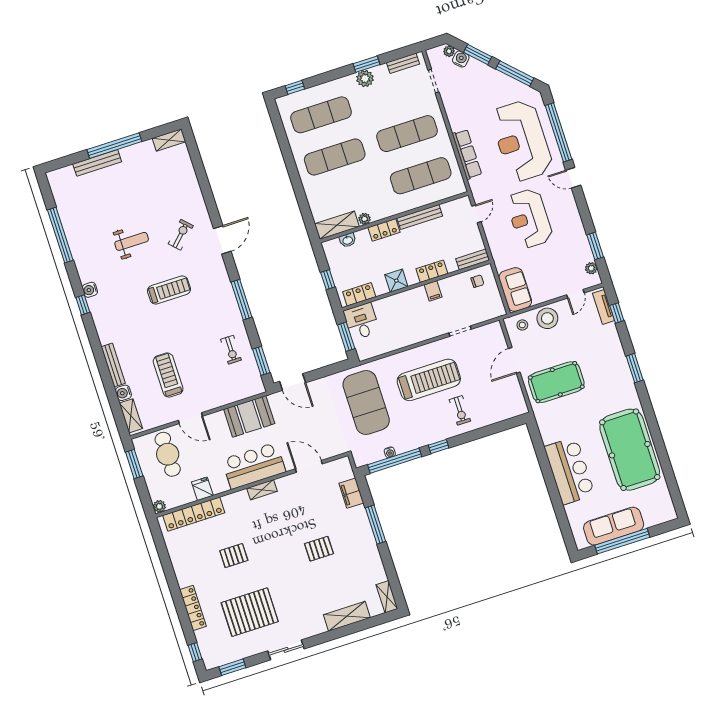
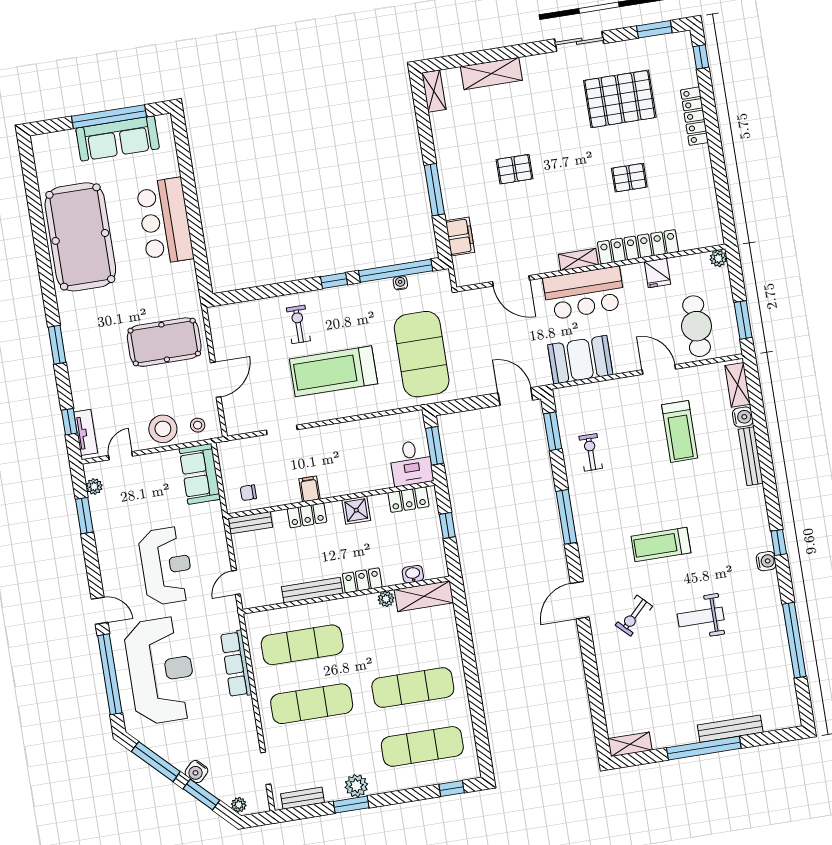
water cooler: (461, 59) -> (196, 772), moved
locker: (194, 514) -> (638, 247), moved

